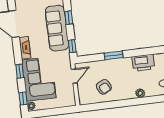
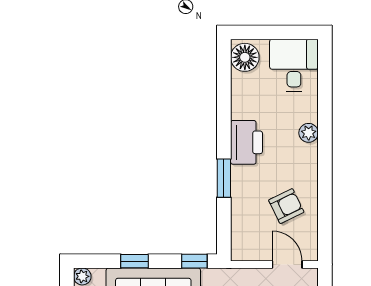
printer: (143, 63) -> (246, 142), moved
door: (74, 76) -> (287, 264), moved

